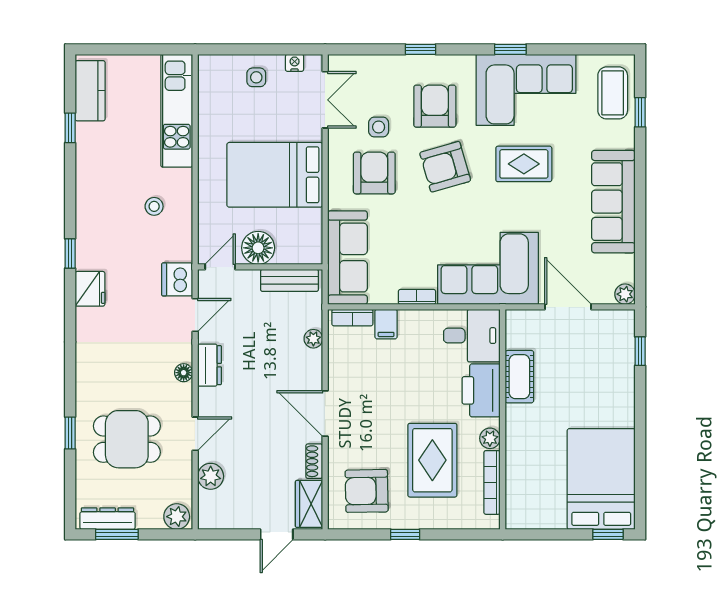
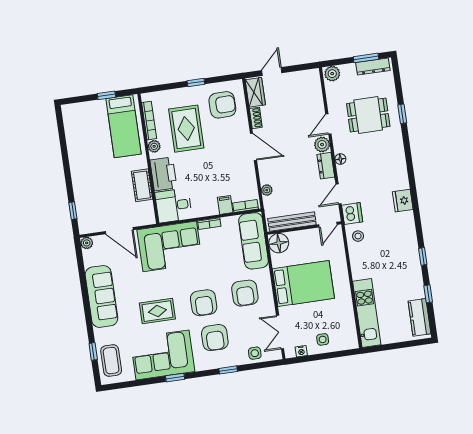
side table: (379, 127) -> (255, 353), moved
armchair: (445, 167) -> (204, 303), turned 106
stool: (154, 206) -> (358, 236), moved
floor lamp: (258, 248) -> (279, 243), moved
window: (70, 254) -> (423, 256), moved
bench: (289, 280) -> (292, 222), width x1.36
plant: (211, 476) -> (322, 145), moved
bed: (601, 479) -> (124, 126), moved, width x0.67
window: (608, 534) -> (106, 95), moved

